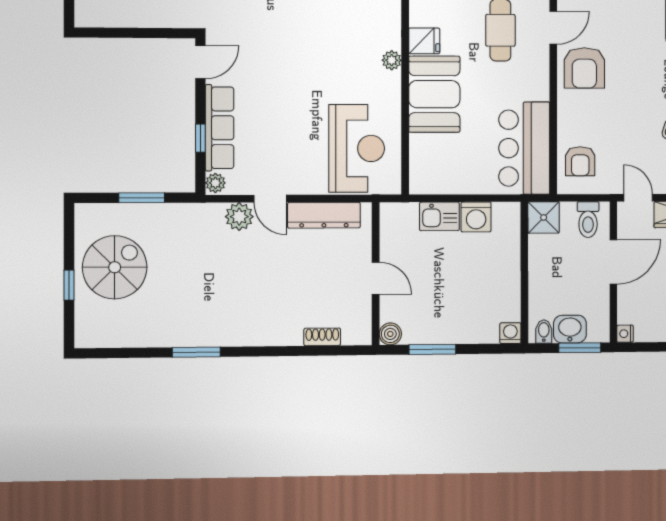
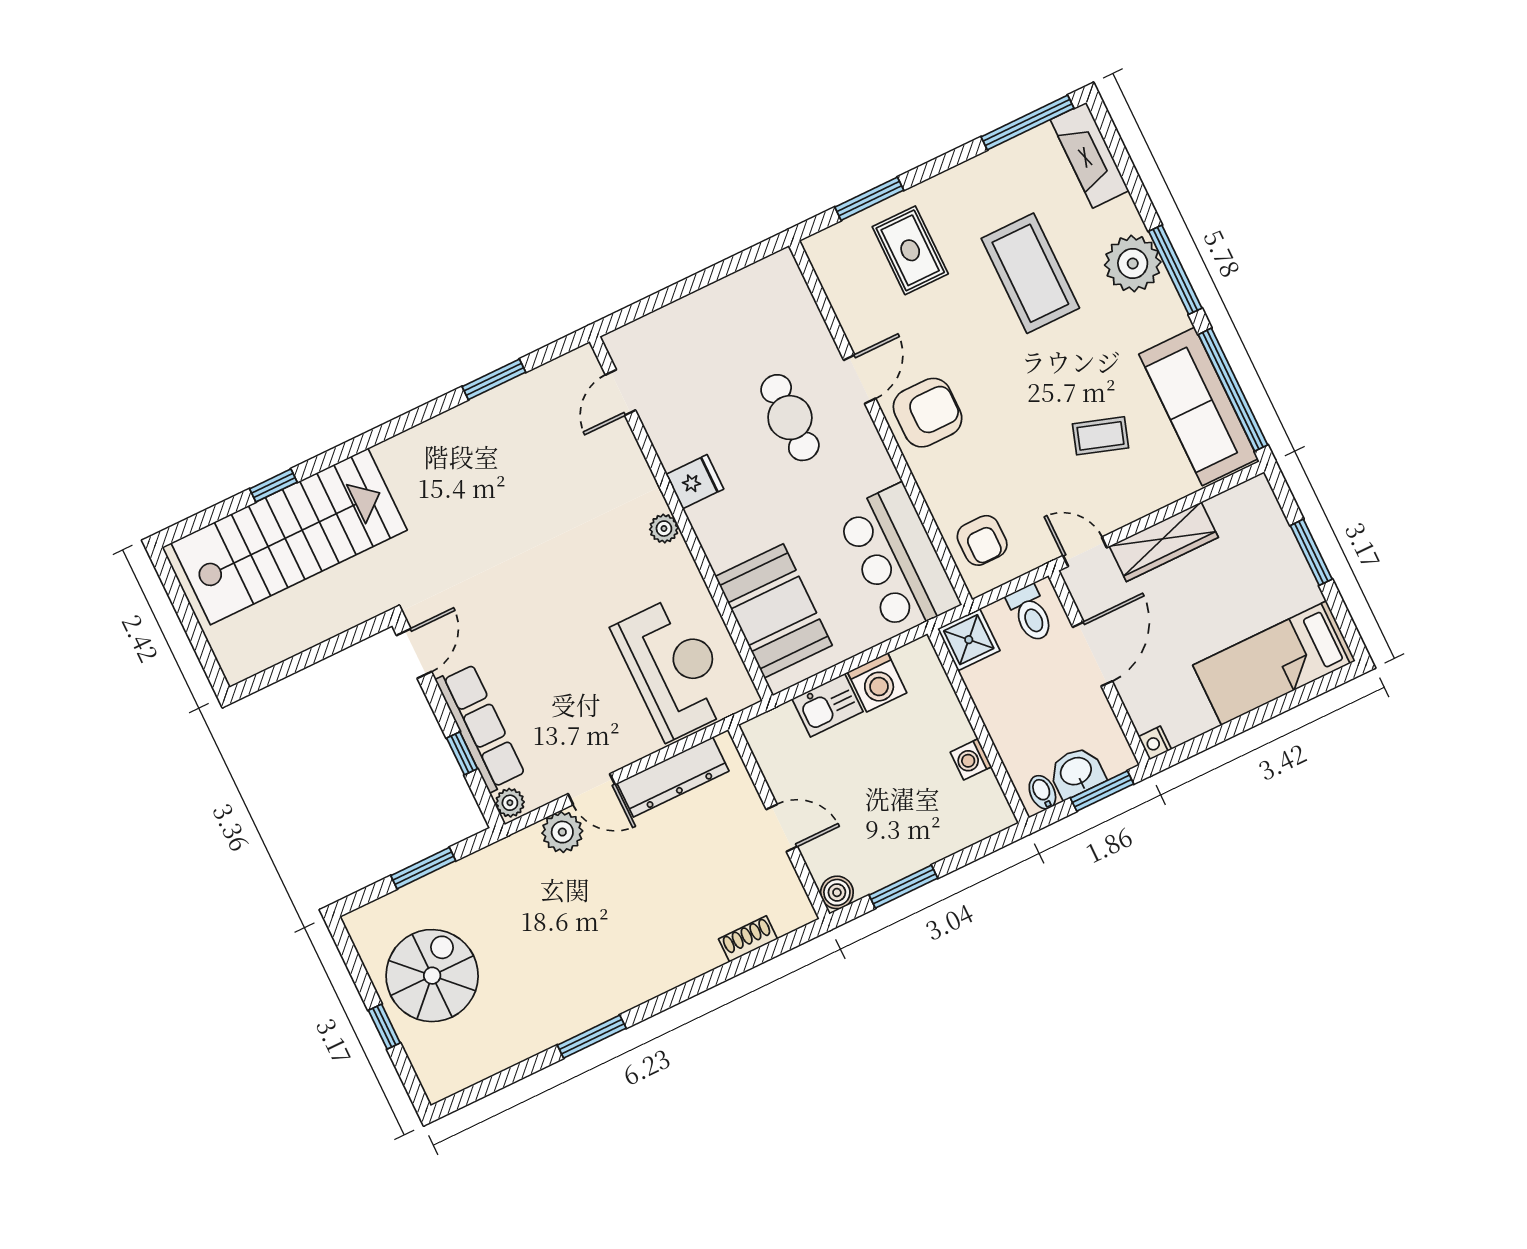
armchair: (584, 68) -> (928, 413), turned -90
booth: (434, 94) -> (774, 611), moved
washing machine: (510, 333) -> (971, 759), moved, turned -90

